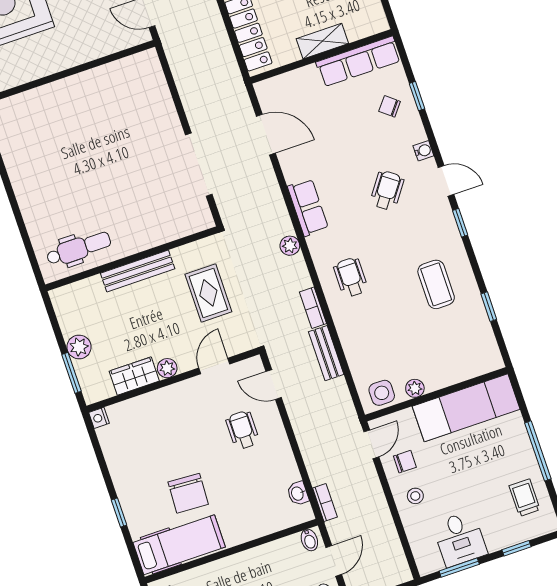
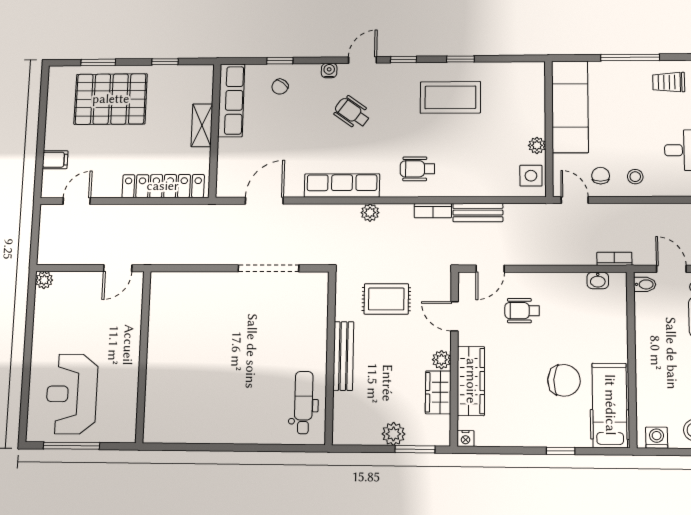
row of seats: (308, 207) -> (342, 186), width x1.48
coffee table: (436, 284) -> (450, 97), width x1.36, depth x1.32
window: (489, 307) -> (460, 59), moved
wardrobe: (156, 404) -> (471, 381), added

